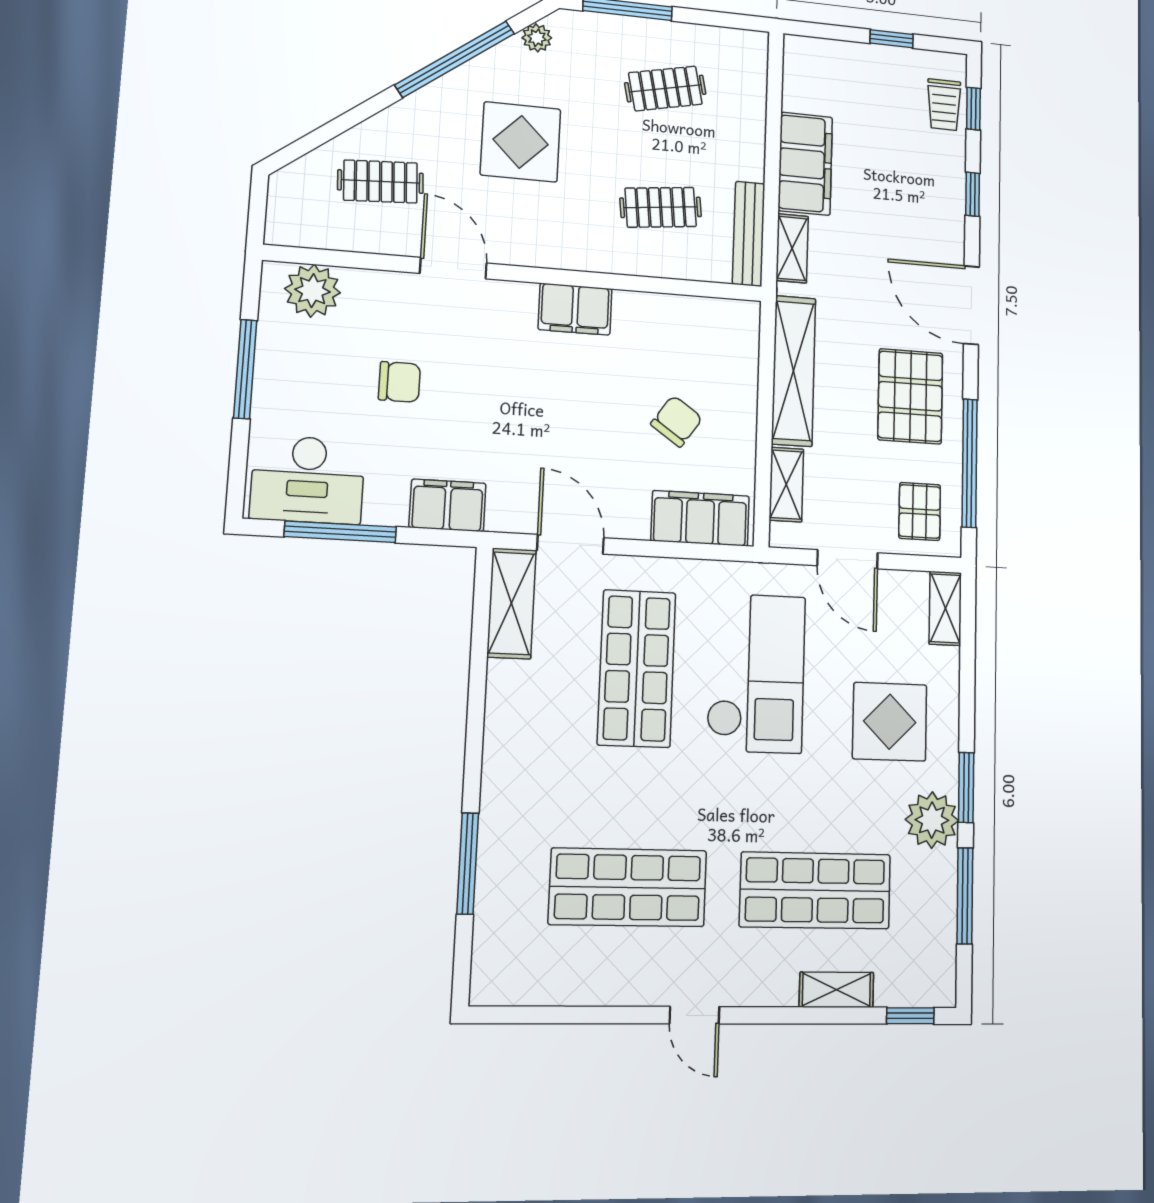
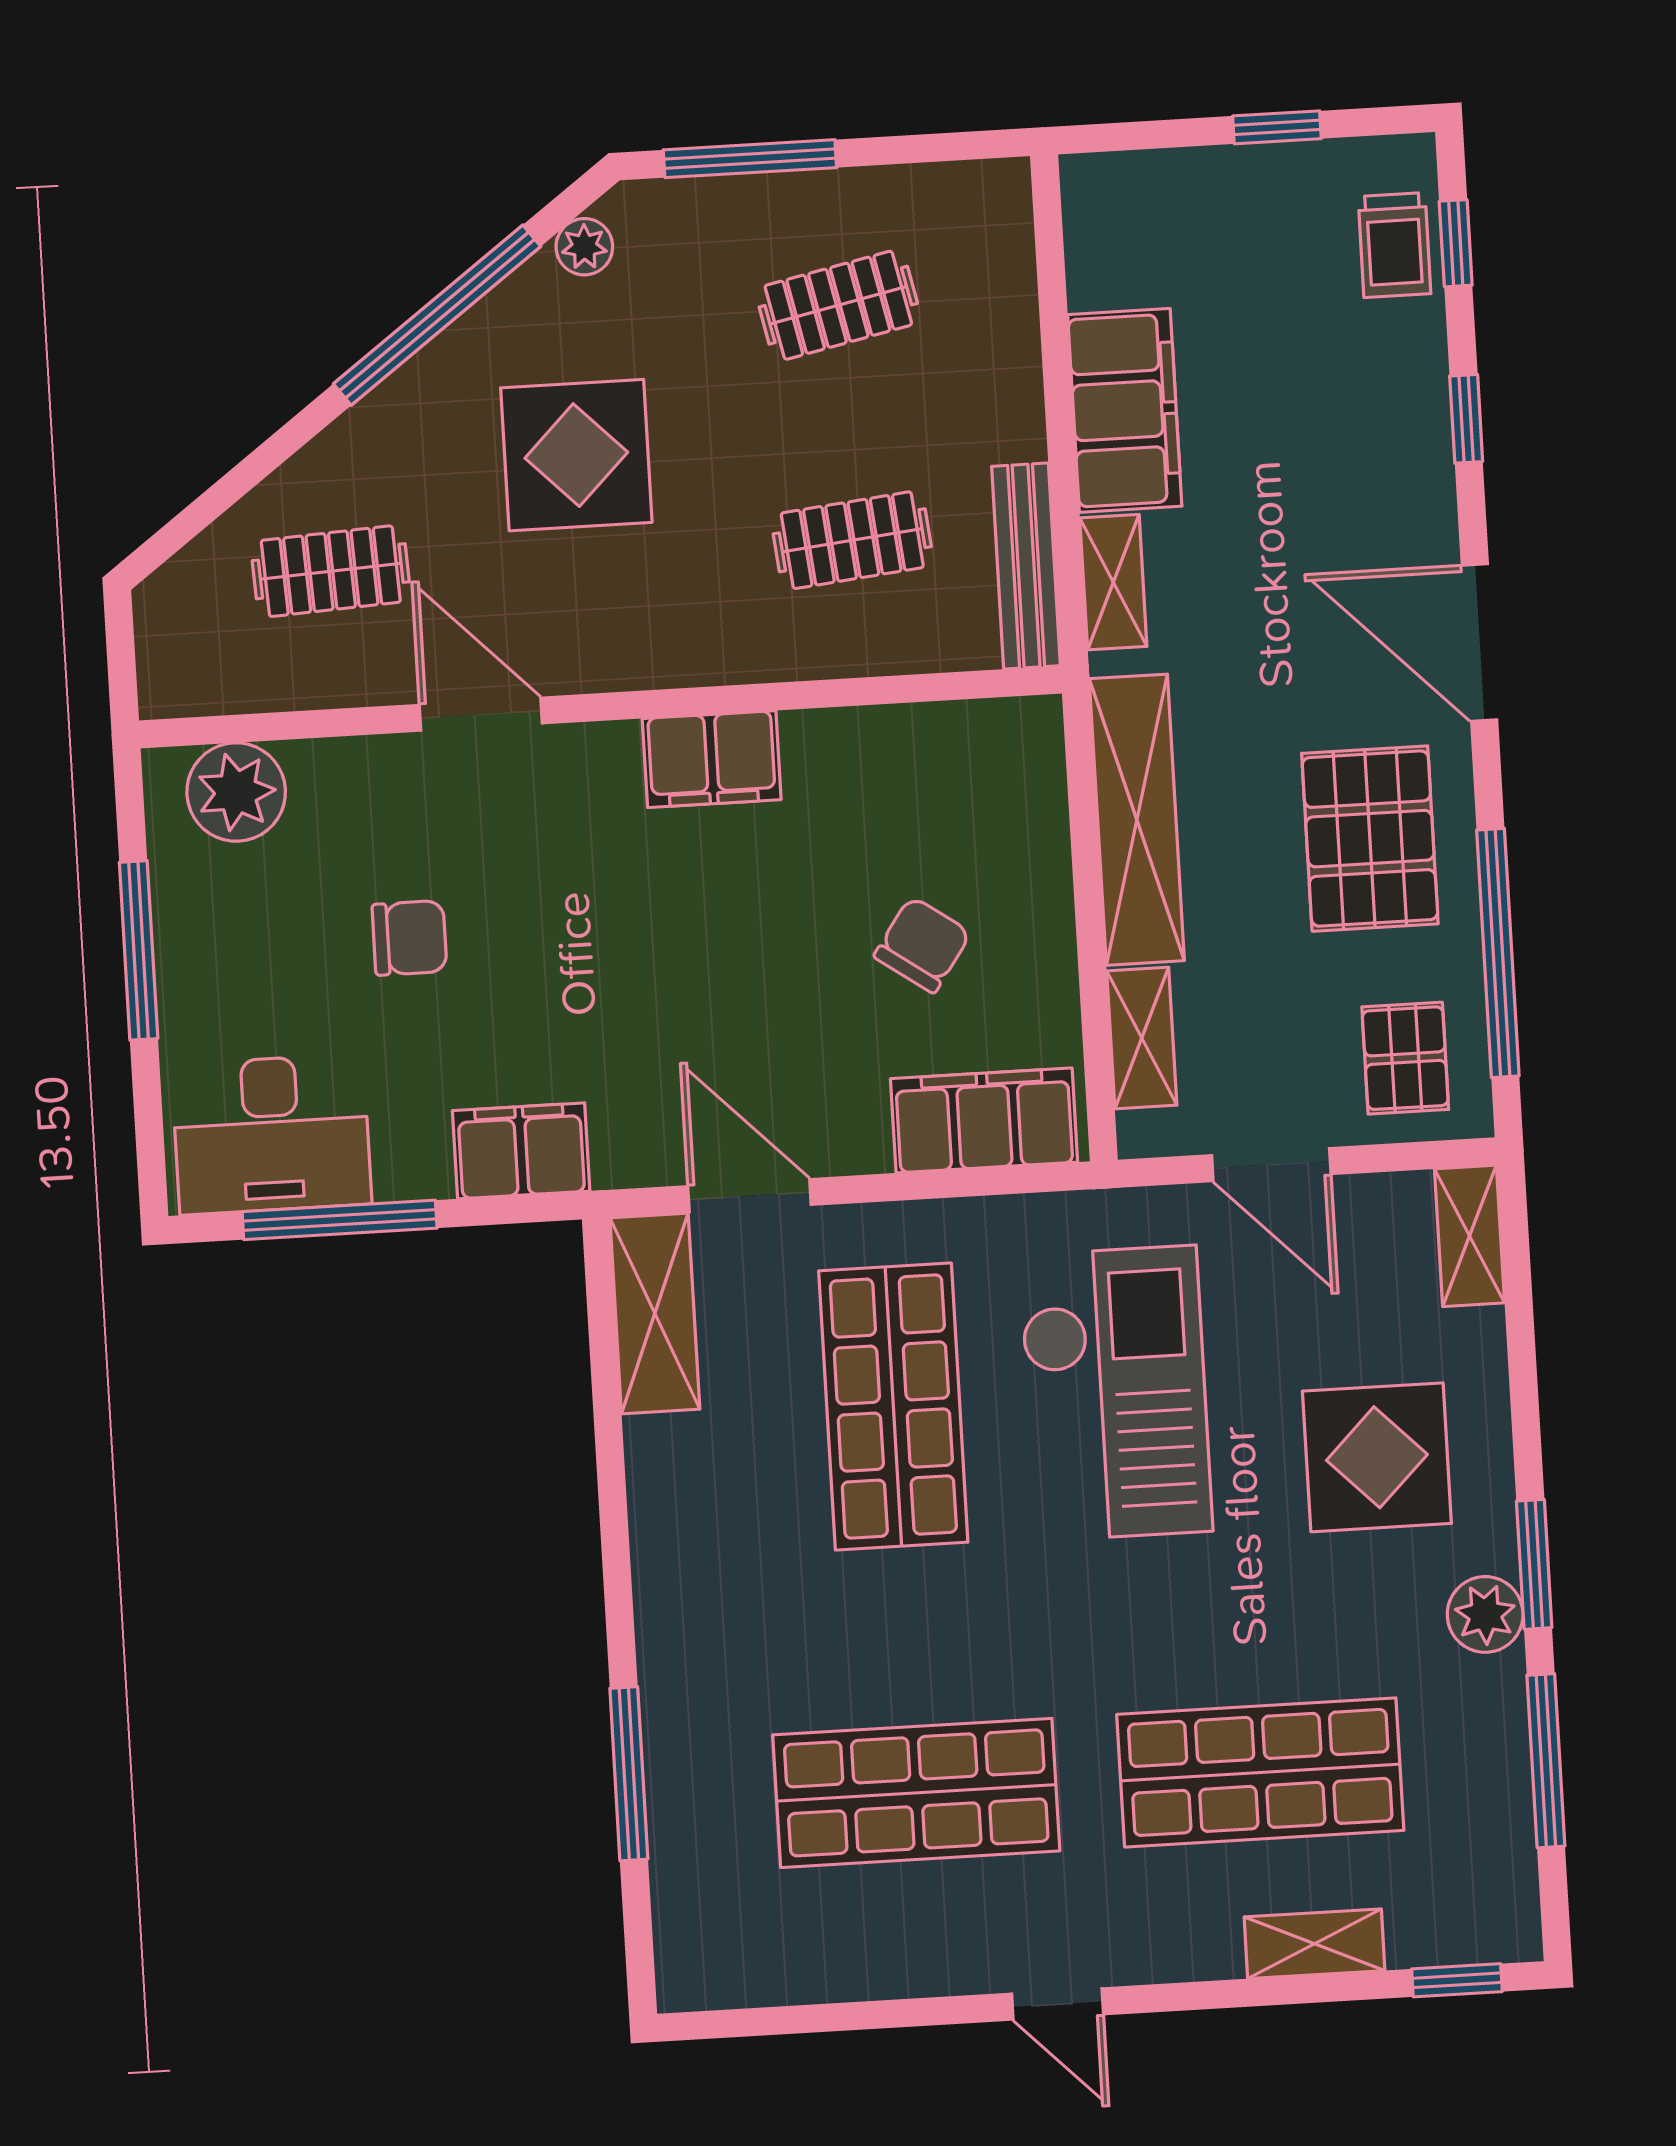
plant: (932, 820) -> (1485, 1614), width x0.73, depth x0.73

